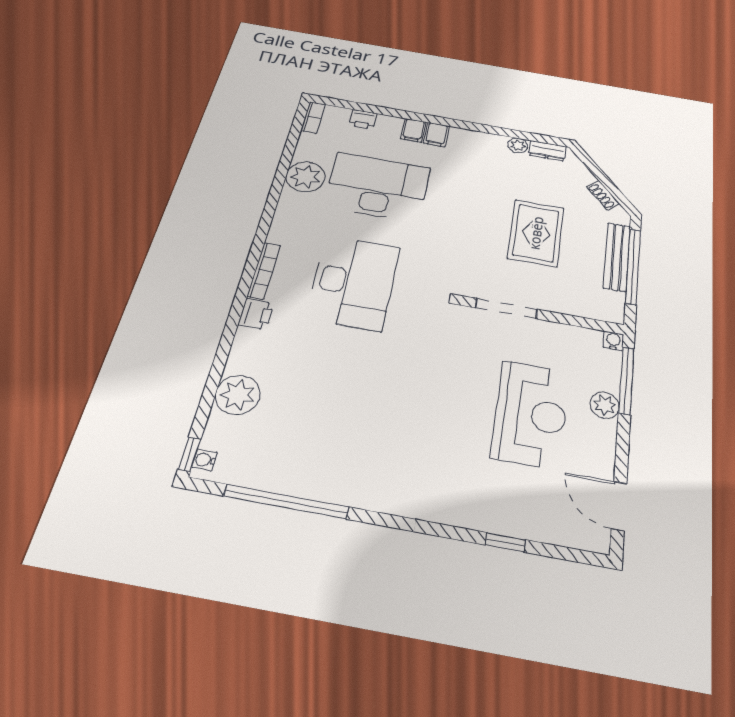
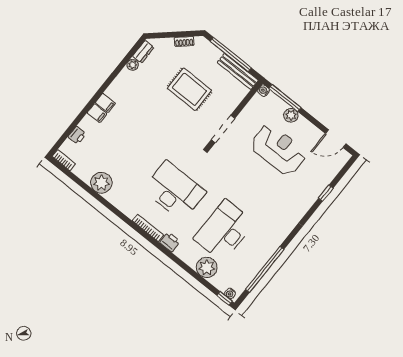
desk: (377, 187) -> (224, 231), moved
bench: (617, 257) -> (238, 71), moved

